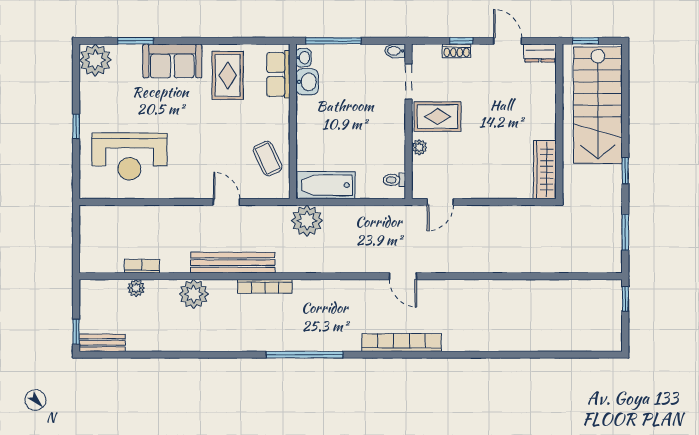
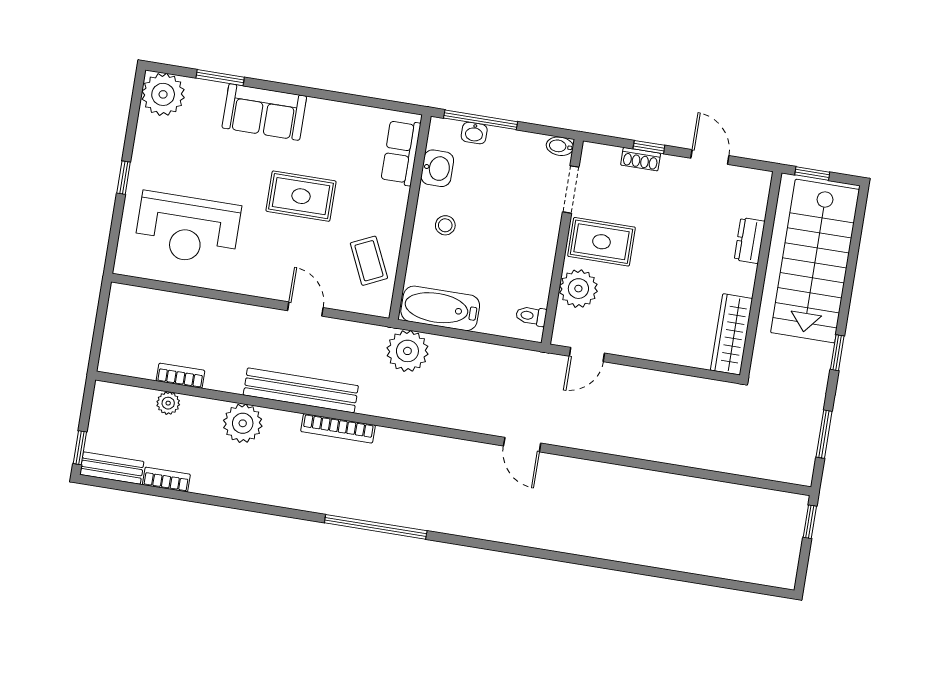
dresser: (540, 53) -> (750, 241), moved, turned 90
washbasin: (303, 58) -> (474, 133), moved, turned 90
rug: (228, 75) -> (301, 196), moved, turned 90
stool: (320, 123) -> (445, 225), added
plant: (419, 147) -> (578, 289), width x1.87, depth x1.87
bookcase: (402, 343) -> (166, 479), moved, width x0.43, depth x0.76

